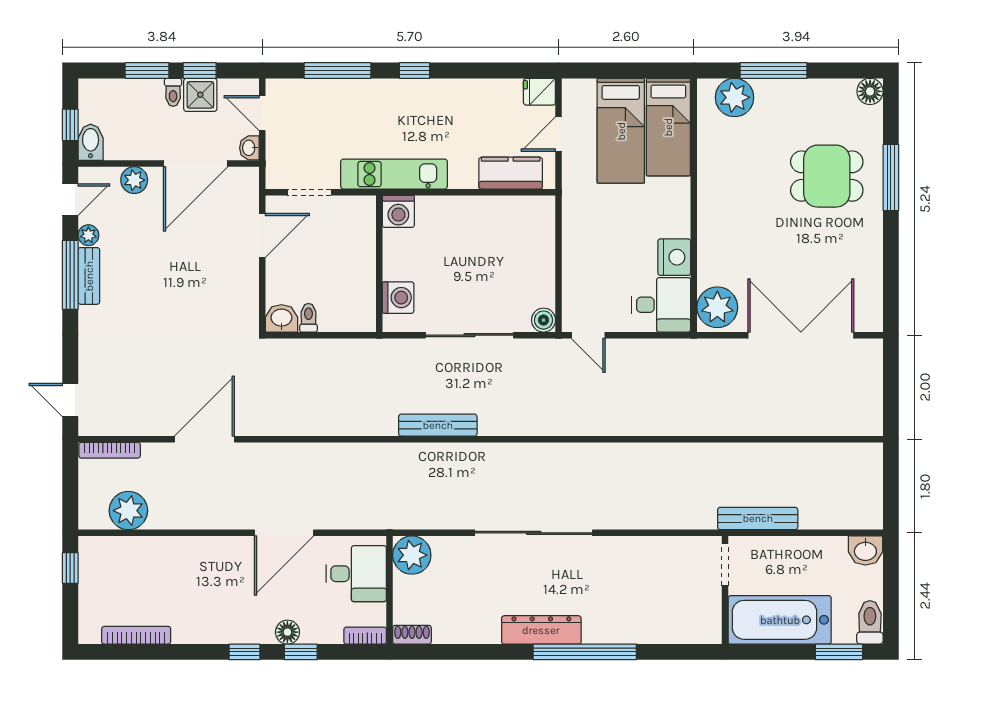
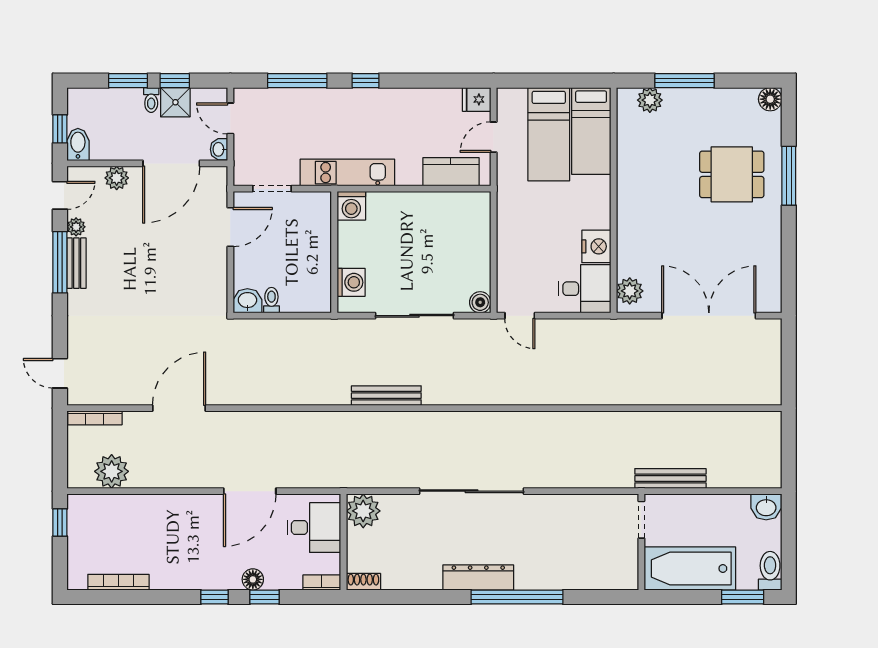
plant: (734, 97) -> (650, 100), width x0.73, depth x0.73
plant: (717, 307) -> (630, 291), width x0.73, depth x0.73

